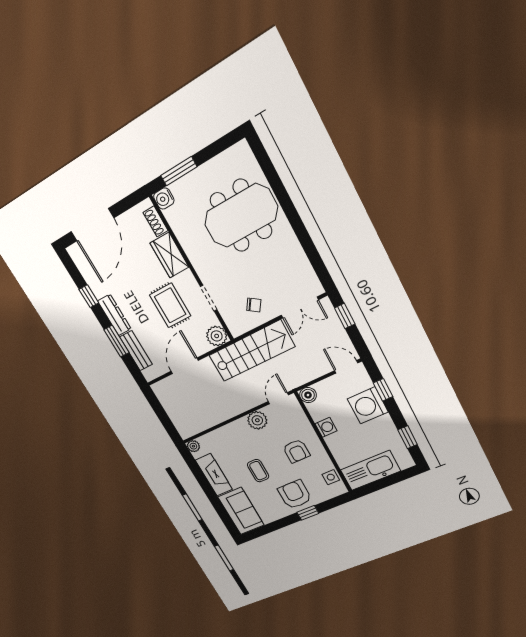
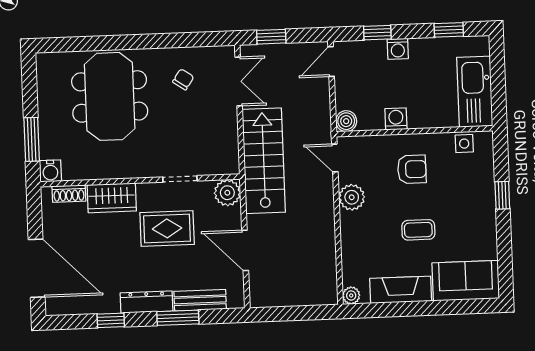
chair: (254, 305) -> (183, 79), moved
washing machine: (368, 405) -> (398, 49), width x0.53, depth x0.53
armchair: (295, 494) -> (470, 200), removed

